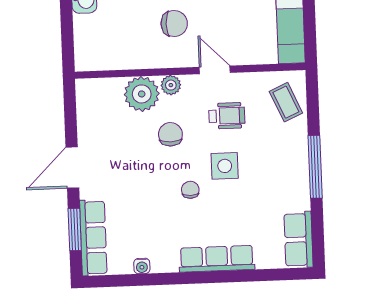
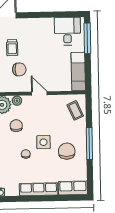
wheelchair: (227, 116) -> (45, 117), removed
chair: (271, 183) -> (67, 151), added
row of seats: (298, 240) -> (73, 188), moved, turned 90

